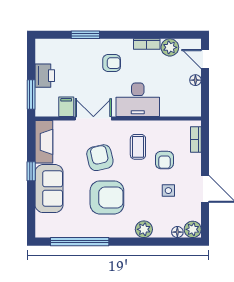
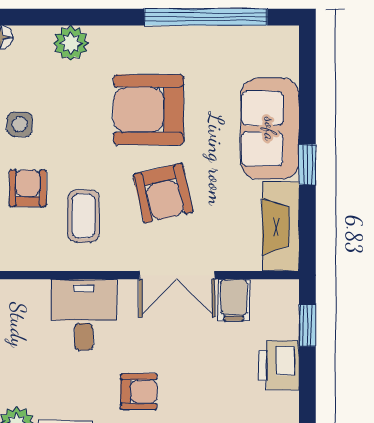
armchair: (112, 63) -> (139, 392), turned 180
window: (31, 95) -> (307, 326), width x0.67
desk: (138, 100) -> (84, 315), width x0.73

